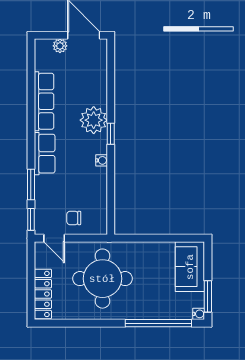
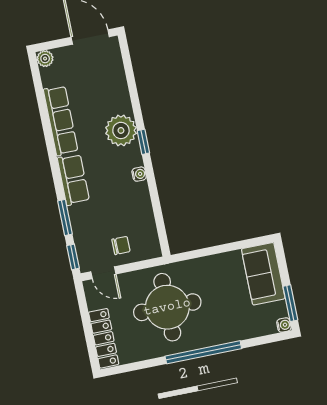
plant: (60, 46) -> (45, 59), moved
chair: (74, 218) -> (121, 245), turned 180
window: (158, 323) -> (203, 352), moved

